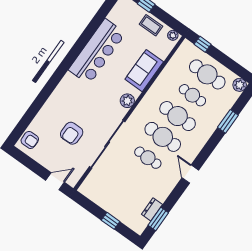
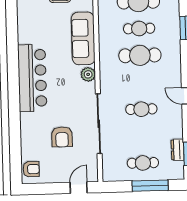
bar counter: (97, 52) -> (32, 78), moved
sofa: (144, 71) -> (83, 38), width x1.36
cafe table: (163, 137) -> (143, 163), moved, width x0.73, depth x0.74
window: (111, 221) -> (150, 186), width x2.17

